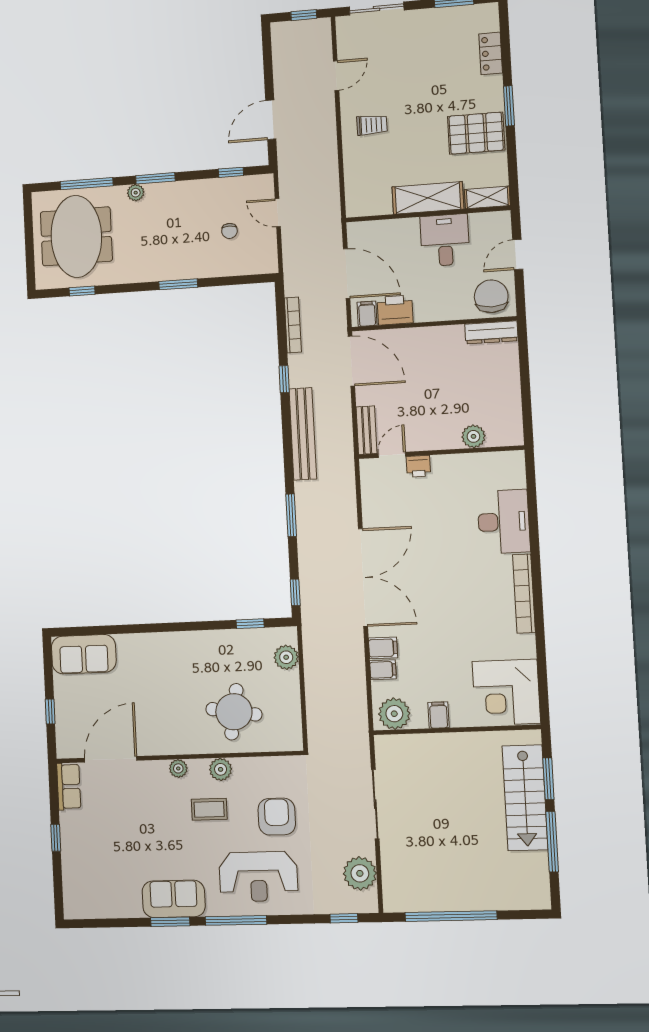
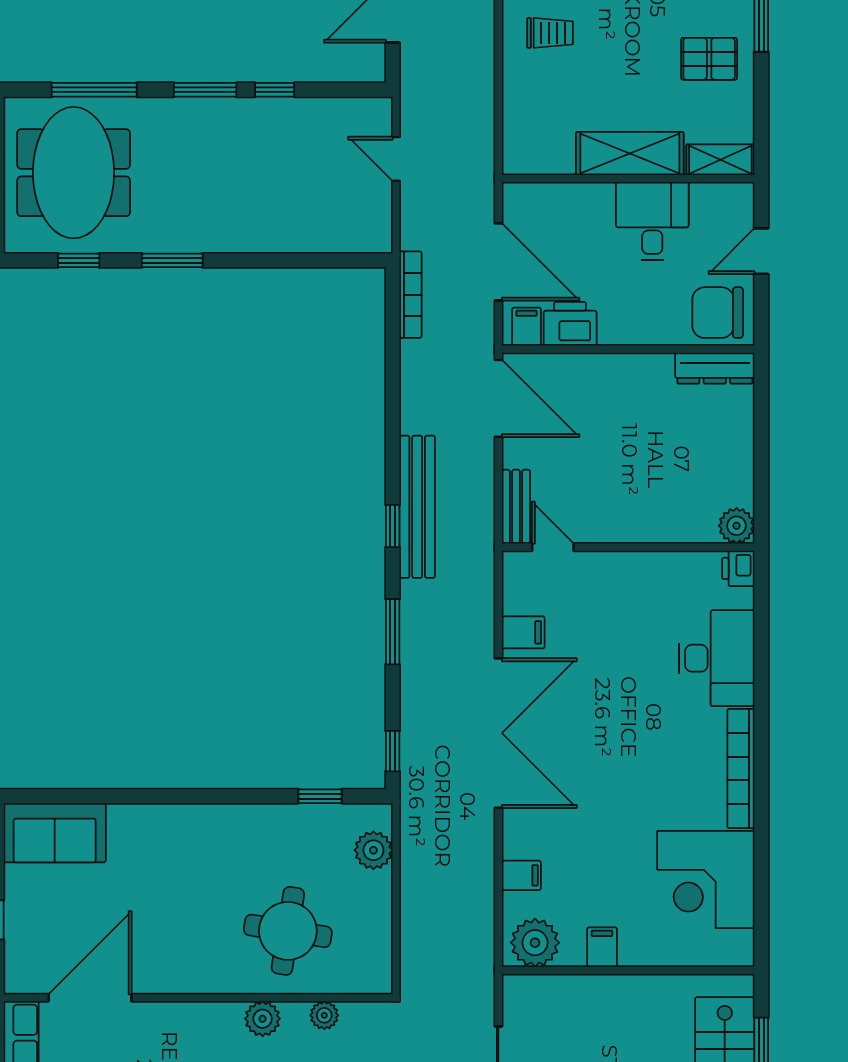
pallet: (476, 133) -> (709, 59), width x0.67, depth x0.71
window: (231, 172) -> (275, 90), moved
plant: (136, 193) -> (172, 110), removed
chair: (229, 231) -> (319, 182), removed
window: (178, 284) -> (172, 260), moved
chair: (491, 296) -> (718, 313), turned -90
bookcase: (293, 325) -> (411, 295), moved
window: (284, 379) -> (393, 526), moved
plant: (473, 436) -> (737, 526), moved
door: (392, 455) -> (553, 547), hinge flipped
printer: (418, 466) -> (738, 568), moved, turned 90
filing cabinet: (383, 648) -> (523, 632), moved
corner desk: (506, 692) -> (706, 880), moved
plant: (178, 768) -> (324, 1015), moved

